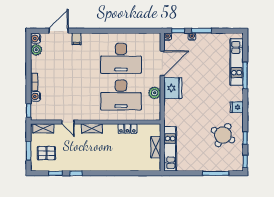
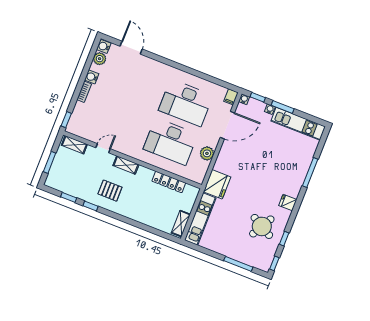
door: (59, 31) -> (131, 48), hinge flipped
filing cabinet: (77, 39) -> (231, 97), moved
kitchen unit: (236, 62) -> (298, 124), moved, turned -90
fridge: (173, 88) -> (217, 184), moved
water cooler: (36, 96) -> (92, 77), moved
door: (68, 122) -> (103, 148), swing flipped
locker: (127, 129) -> (169, 182), width x1.53
shelving: (156, 147) -> (181, 224), moved
pallet: (46, 153) -> (110, 191), moved

